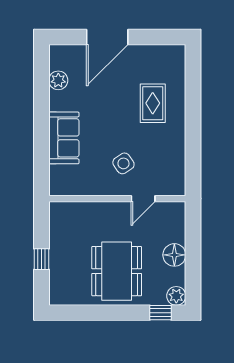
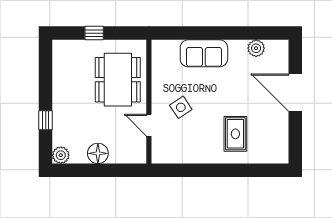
rug: (153, 103) -> (235, 134), turned 90
dining table: (117, 271) -> (118, 80), moved, turned 90
window: (160, 313) -> (46, 120), moved

